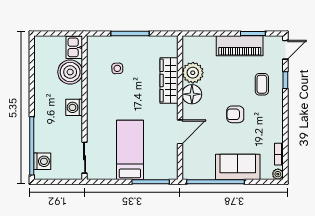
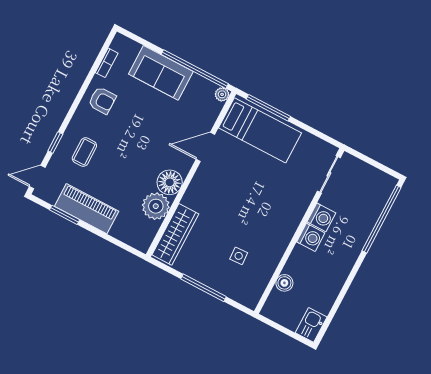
kitchen sink: (74, 47) -> (311, 325), moved, turned 180
boiler: (70, 72) -> (284, 283), width x0.54, depth x0.54
wardrobe: (169, 81) -> (175, 234), moved
armchair: (235, 114) -> (102, 100), moved
bed: (130, 150) -> (260, 130), moved, turned -90
washing machine: (42, 161) -> (321, 217), moved, turned 180
plant: (278, 174) -> (222, 94), moved

